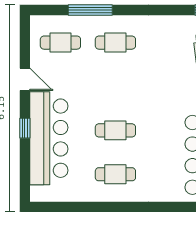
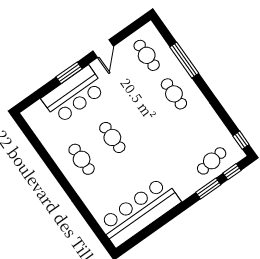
window: (25, 128) -> (69, 73), width x1.50
bar counter: (49, 138) -> (74, 95), width x0.73

